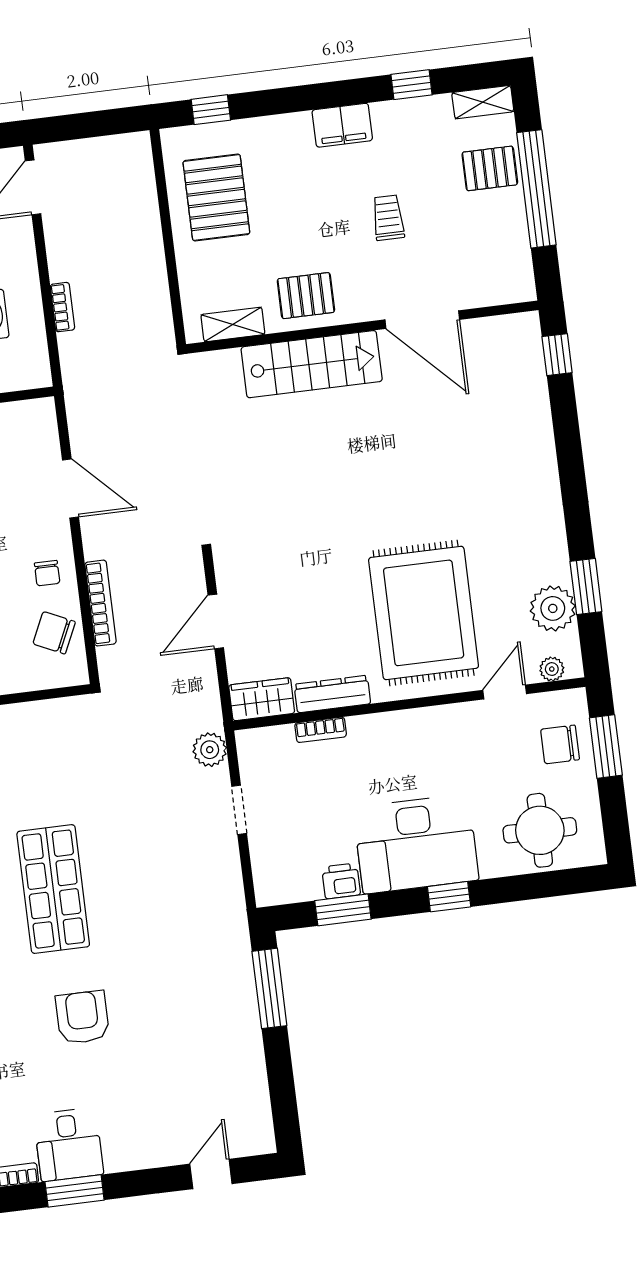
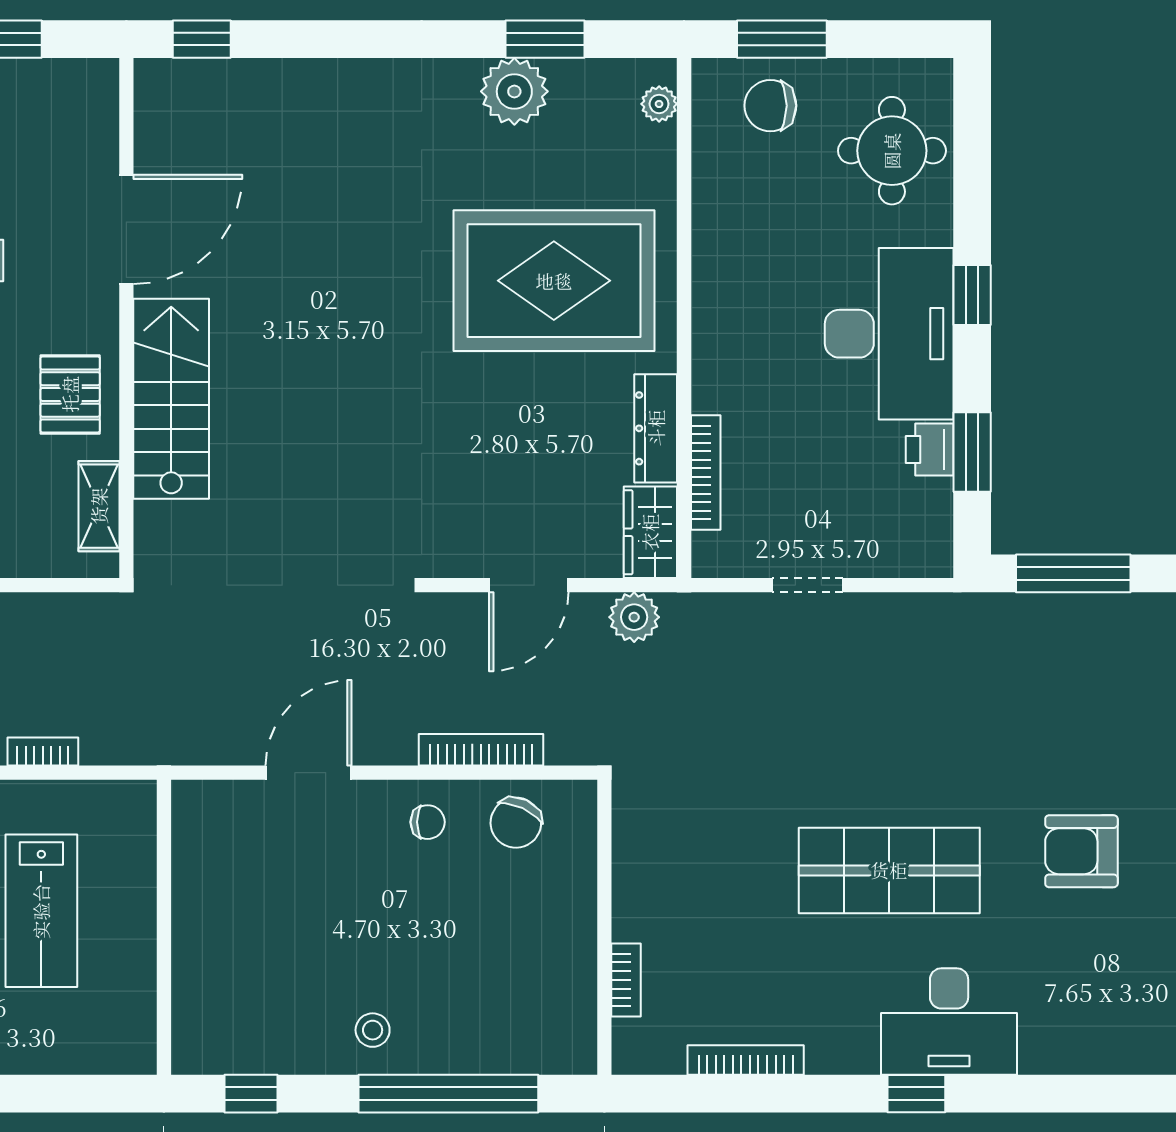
plant: (553, 608) -> (514, 91), moved
door: (216, 621) -> (529, 585), hinge flipped
door: (505, 692) -> (684, 177), removed
bookcase: (321, 730) -> (706, 473), width x1.56
chair: (560, 744) -> (770, 106), turned 90
plant: (210, 750) -> (634, 617), moved

